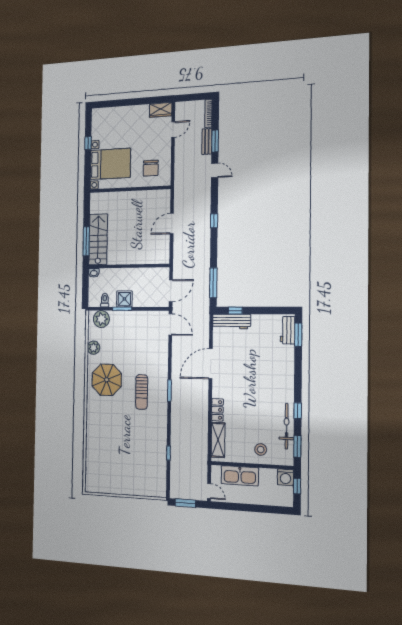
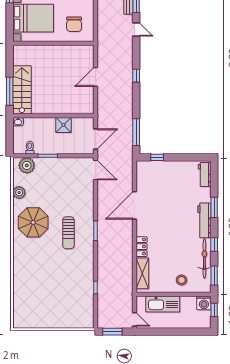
shower: (124, 299) -> (63, 125), moved
workbench: (232, 322) -> (204, 220), moved, turned 90
window: (298, 335) -> (214, 207), moved

